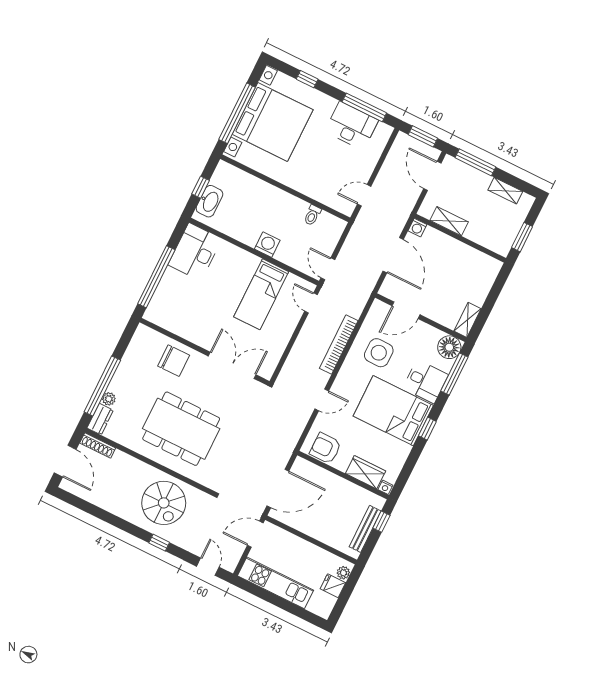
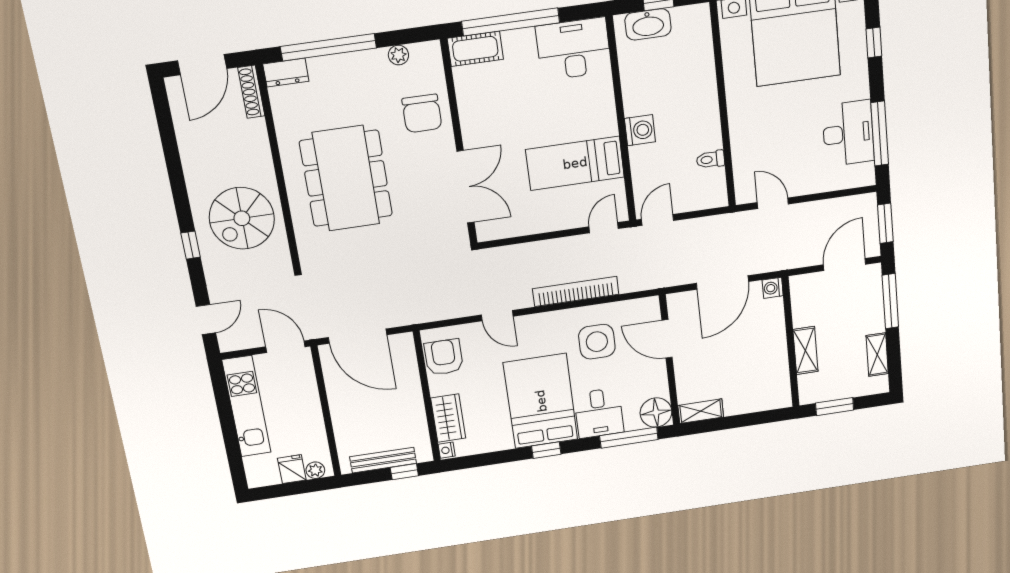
shelving: (449, 221) -> (805, 350), moved
cot: (158, 306) -> (475, 49), added
plant: (109, 399) -> (398, 55), moved

